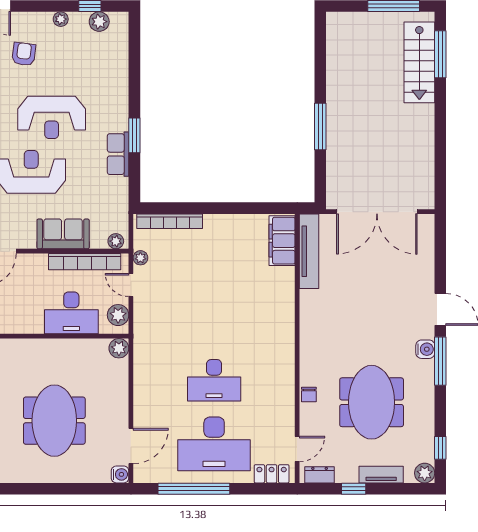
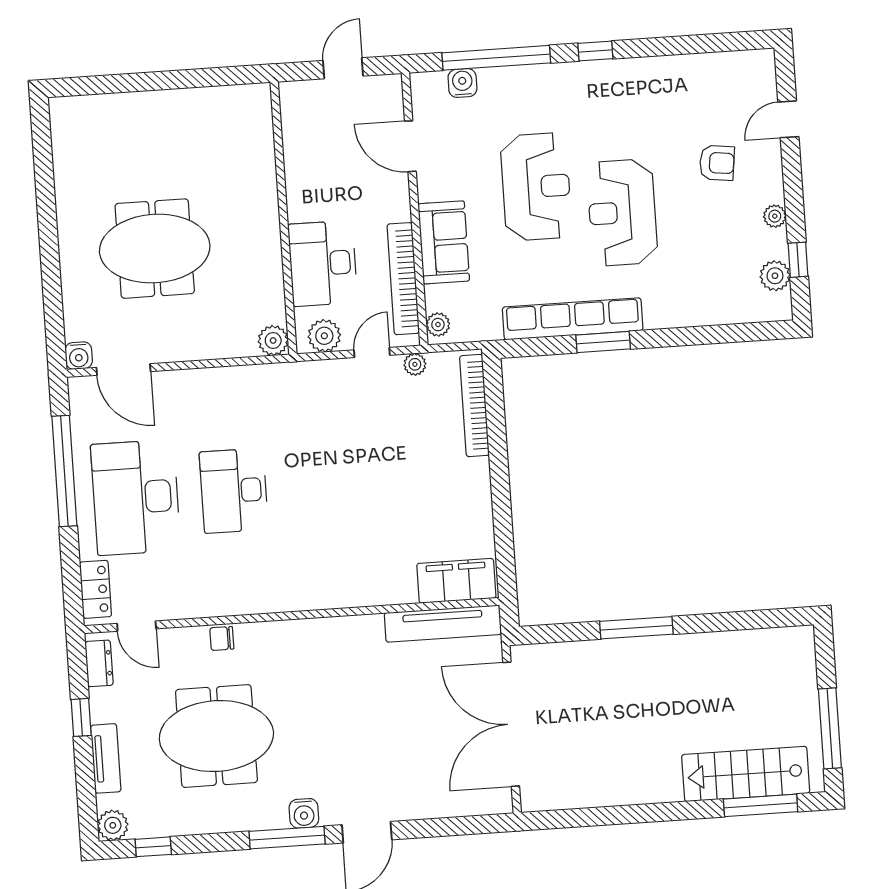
row of seats: (118, 154) -> (573, 319), width x2.02

